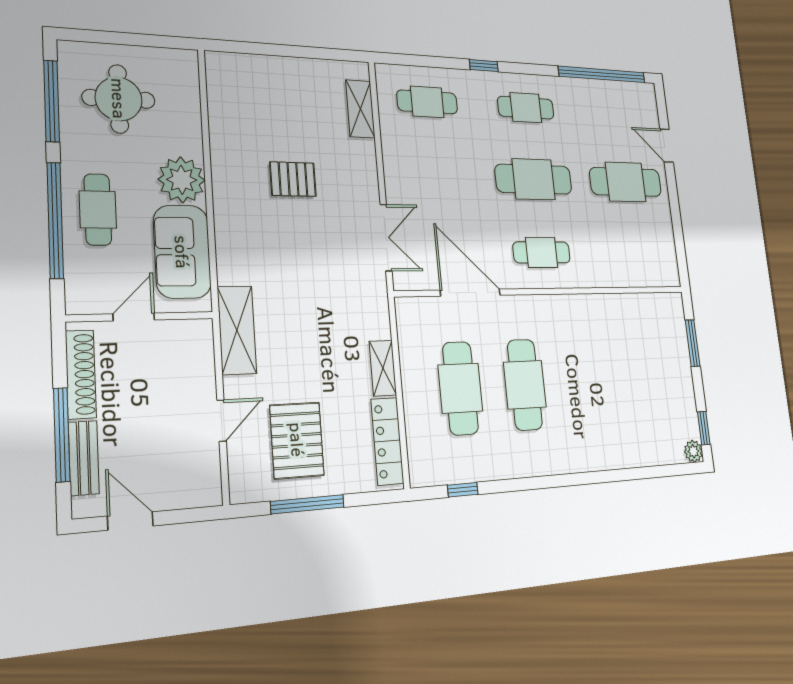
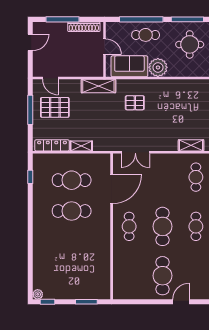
pallet: (293, 179) -> (135, 103), moved, turned 90
door: (222, 421) -> (50, 78), moved
bench: (84, 458) -> (54, 27), removed

